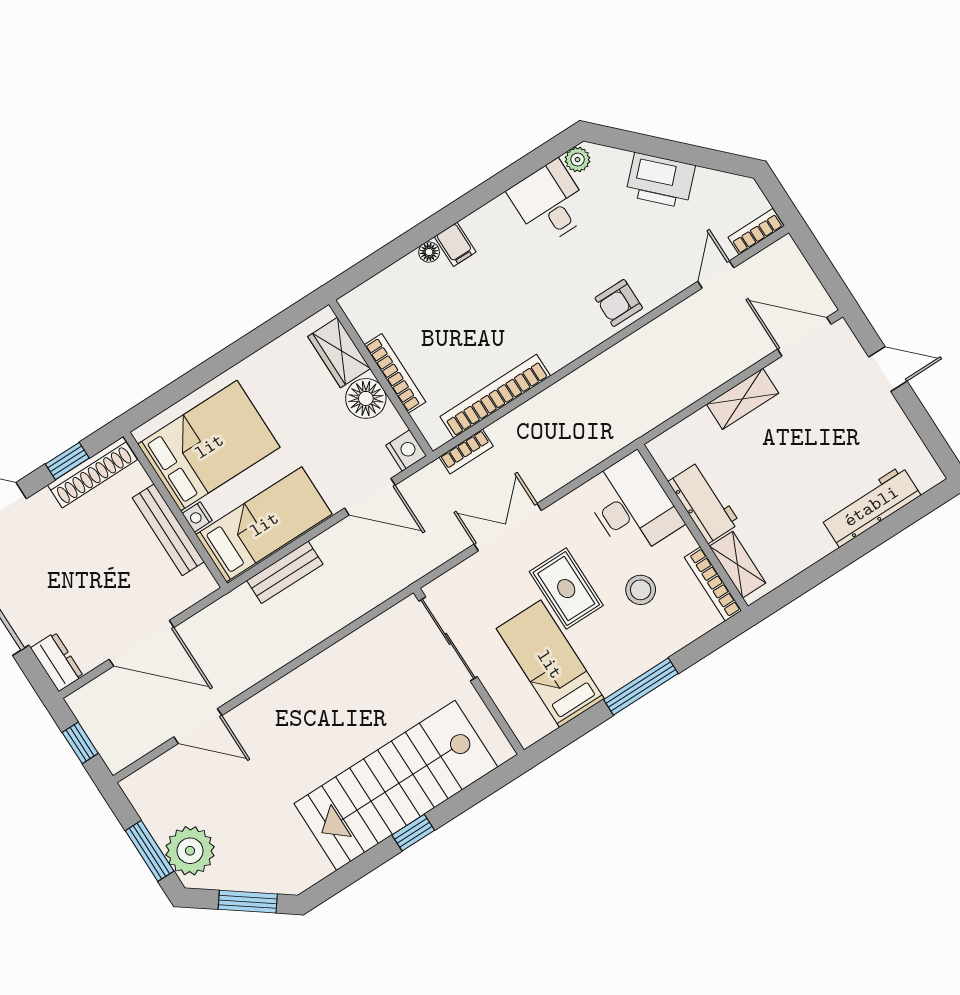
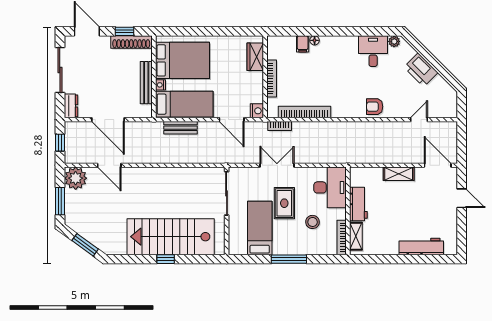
bookcase: (756, 232) -> (445, 113), removed
filing cabinet: (455, 244) -> (303, 44), moved
floor lamp: (366, 398) -> (254, 81), removed
plant: (190, 851) -> (76, 178), moved

